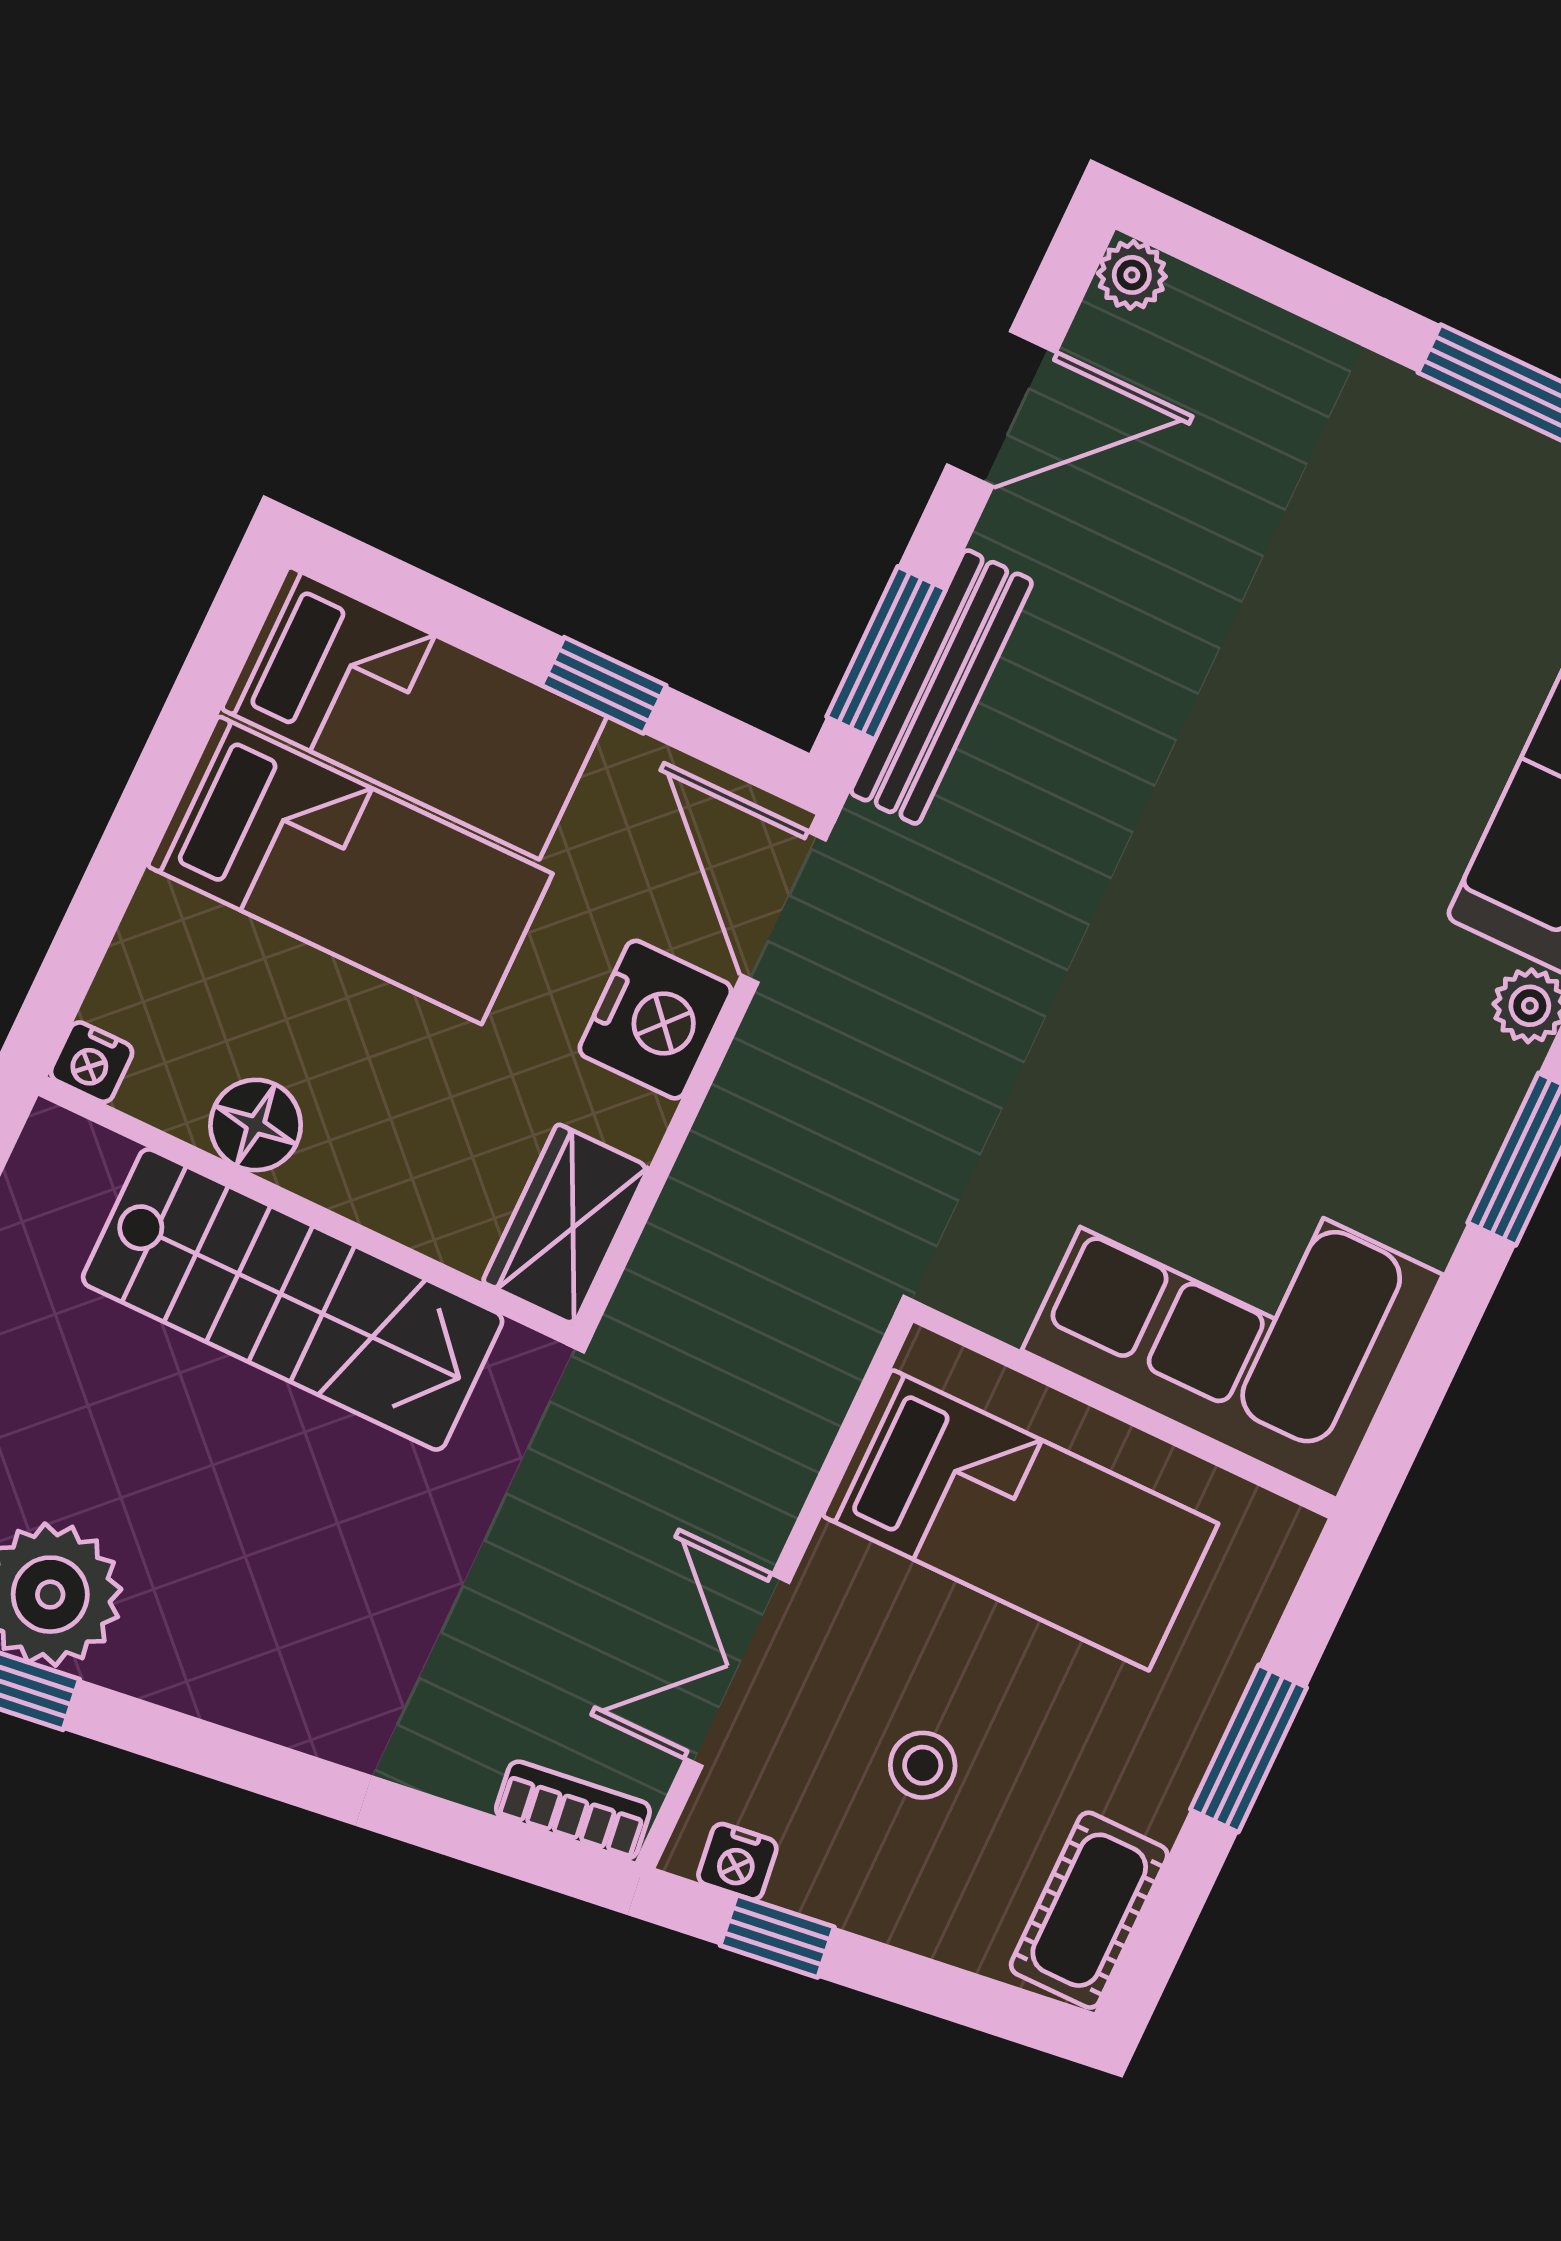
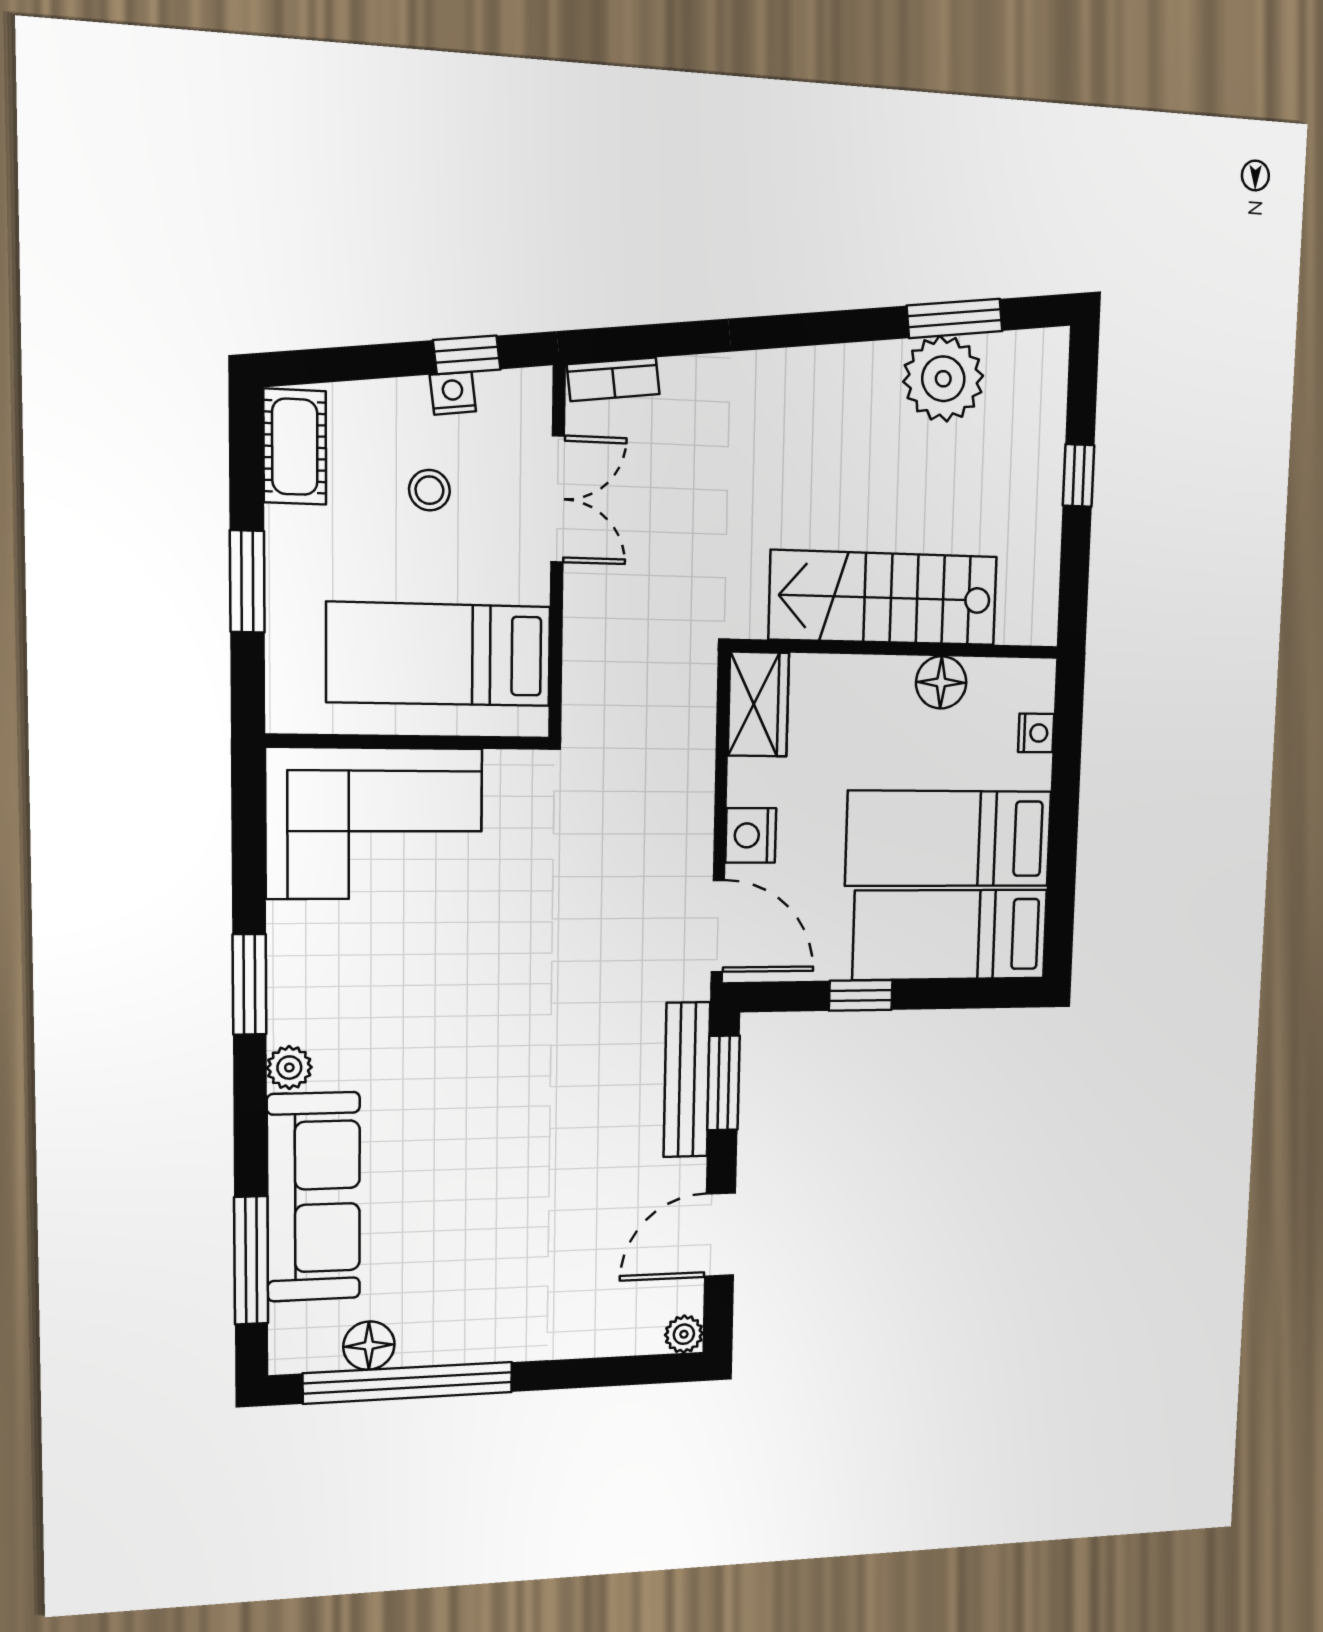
nightstand: (655, 1020) -> (751, 835), width x0.74, depth x0.75
nightstand: (91, 1062) -> (1036, 733), moved, turned 90
nightstand: (737, 1862) -> (453, 393), moved

